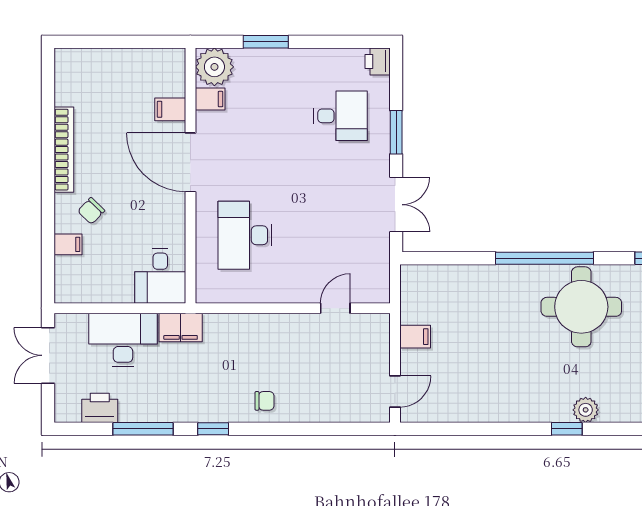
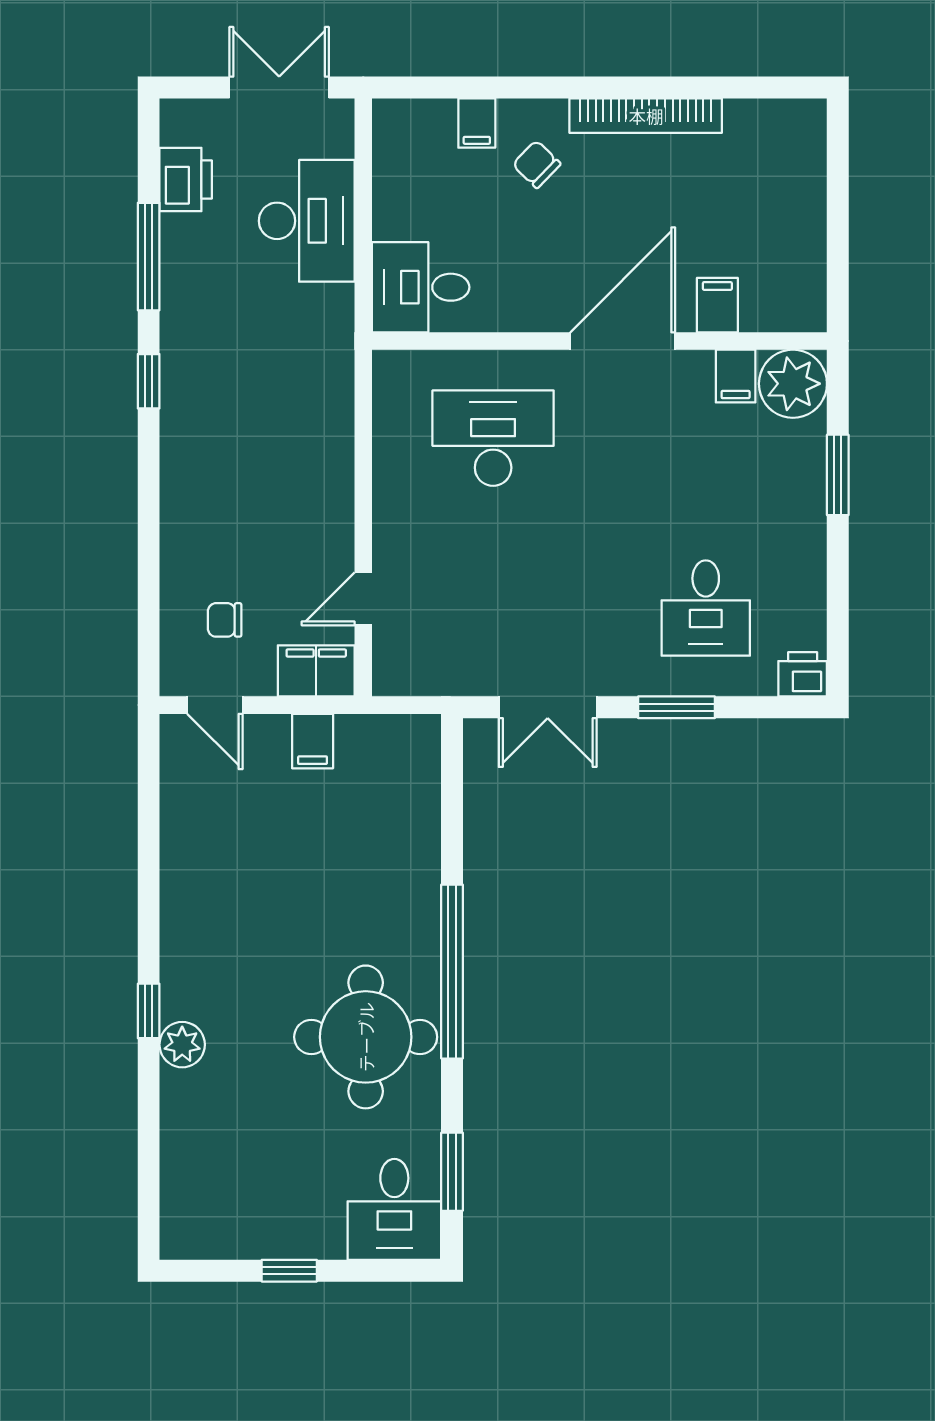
door: (335, 308) -> (363, 599), swing flipped
filing cabinet: (181, 327) -> (316, 671), moved, turned 90
chair: (265, 401) -> (225, 620), moved, turned 90

